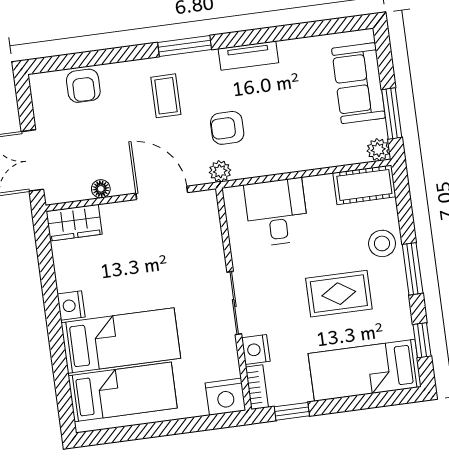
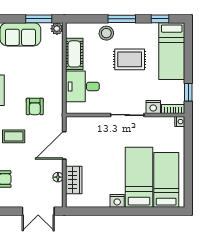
plant: (220, 171) -> (57, 113), removed
cot: (364, 185) -> (74, 54), moved
wardrobe: (74, 223) -> (74, 180), moved
rug: (339, 294) -> (130, 59), turned 90
nightstand: (225, 397) -> (180, 122), width x0.53, depth x0.56

